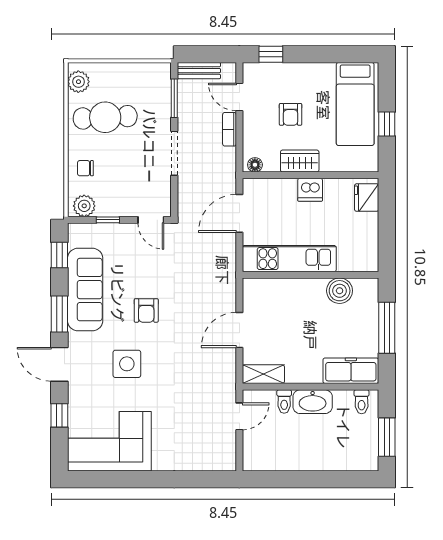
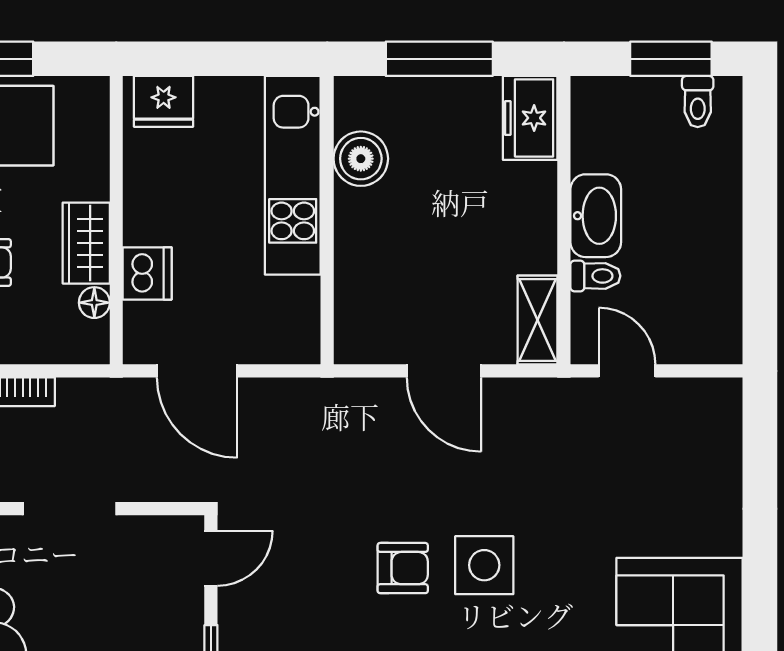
floor lamp: (255, 165) -> (94, 303), moved
dishwasher: (310, 190) -> (147, 273), moved
kitchen unit: (289, 259) -> (293, 175), moved
side table: (127, 364) -> (484, 565), moved
freezer: (351, 371) -> (530, 118), width x0.71
toilet: (362, 402) -> (698, 102), moved, turned 90

